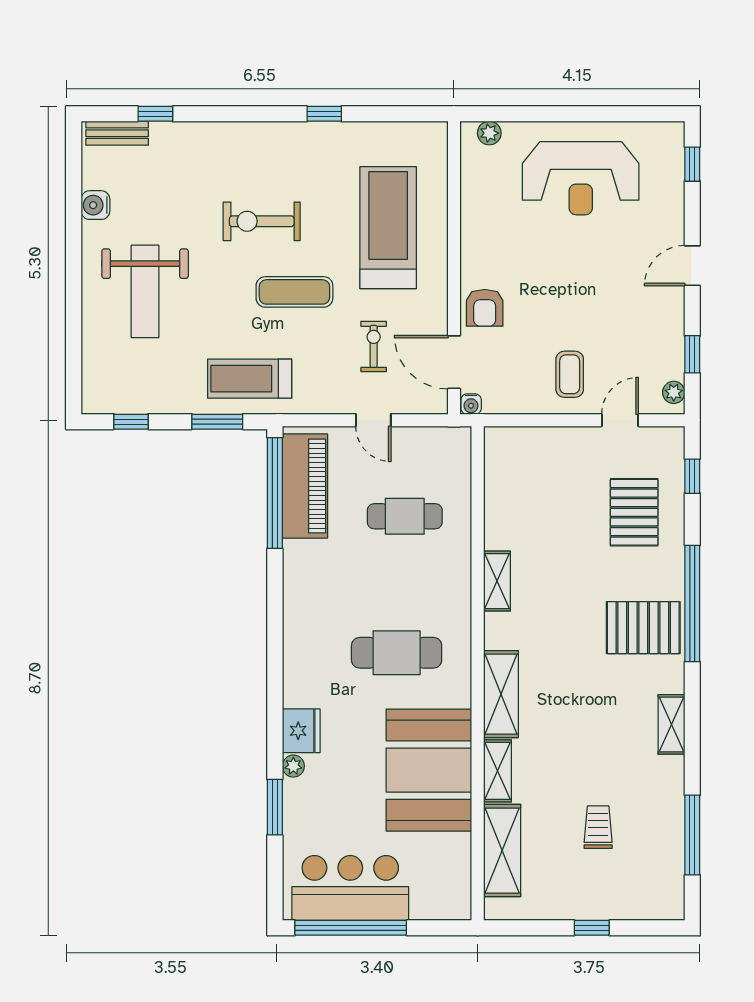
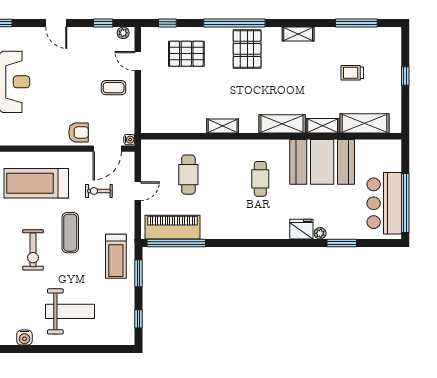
cafe table: (397, 653) -> (260, 179), width x0.73, depth x0.74

